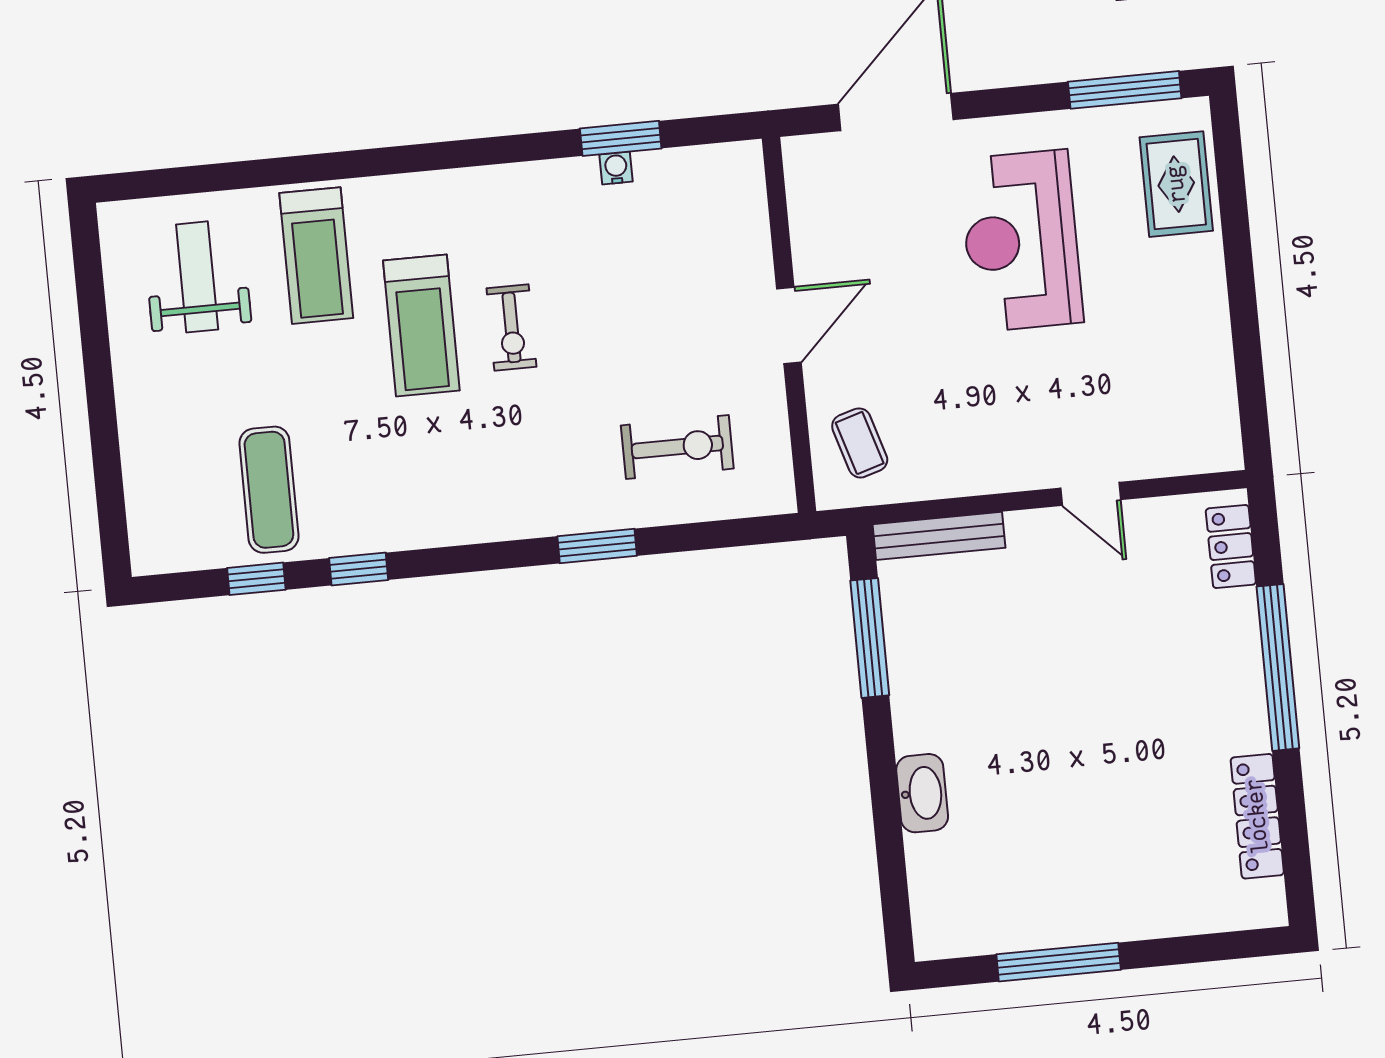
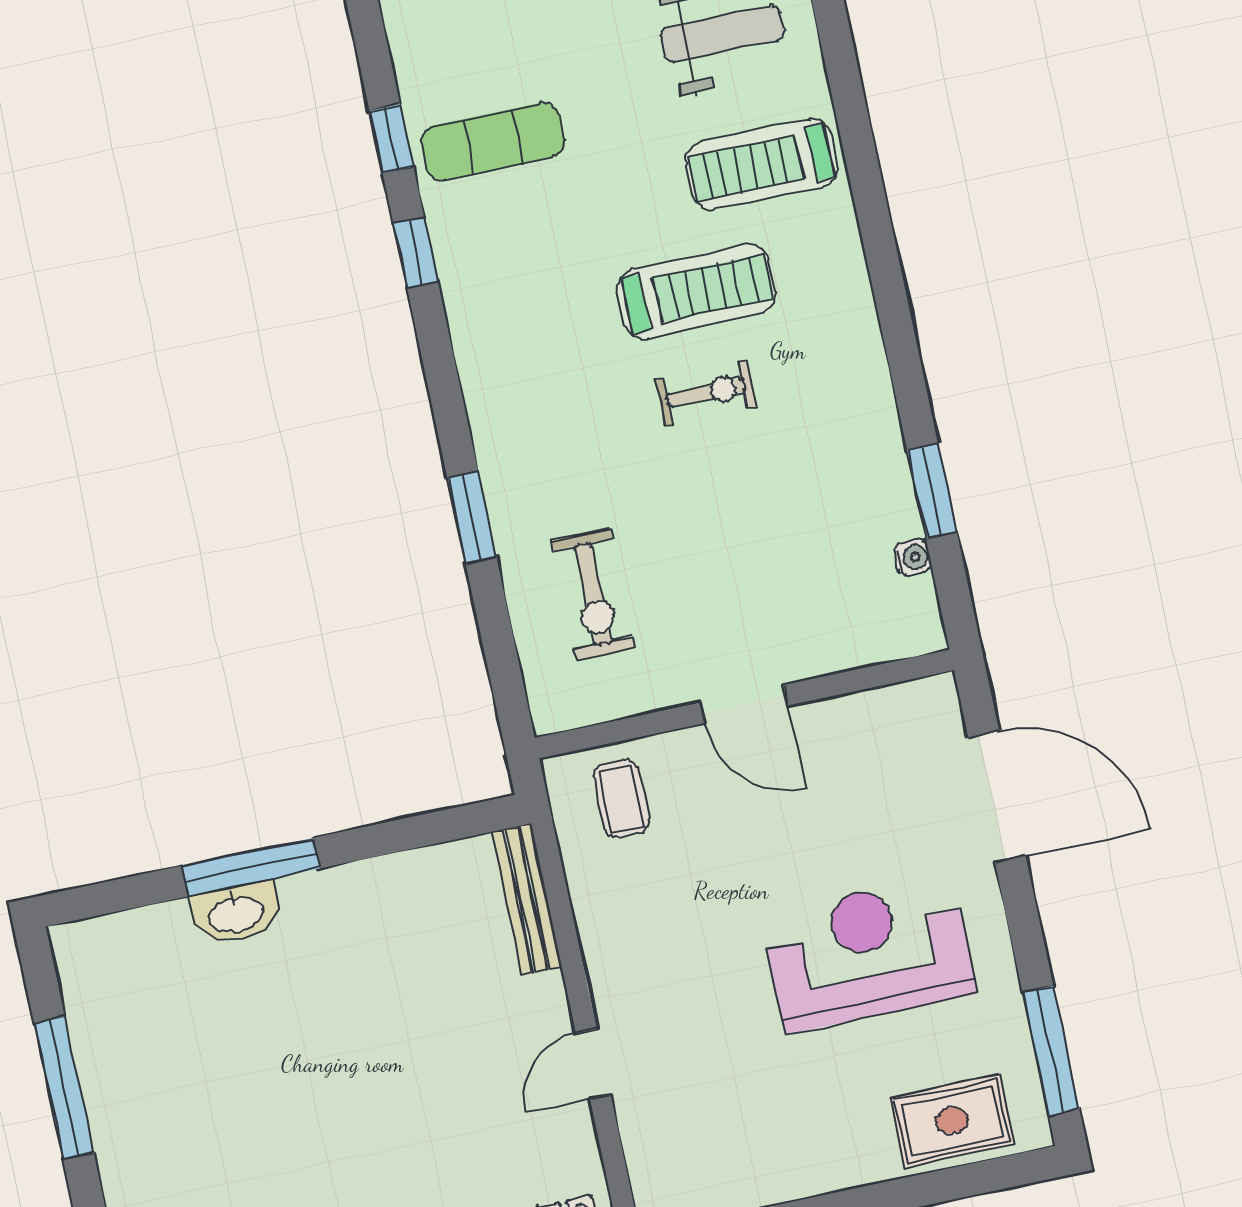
water cooler: (616, 168) -> (913, 557), moved
treadmill: (421, 326) -> (697, 292), turned 180
exercise bike: (511, 327) -> (706, 393), turned 180
coffee table: (860, 443) -> (621, 798), turned -73
window: (870, 638) -> (251, 867), moved

